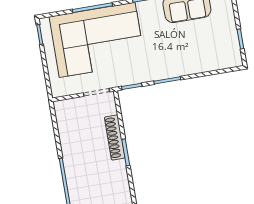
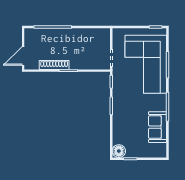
floor lamp: (232, 58) -> (119, 151), added
shoe rack: (115, 137) -> (54, 65), moved

